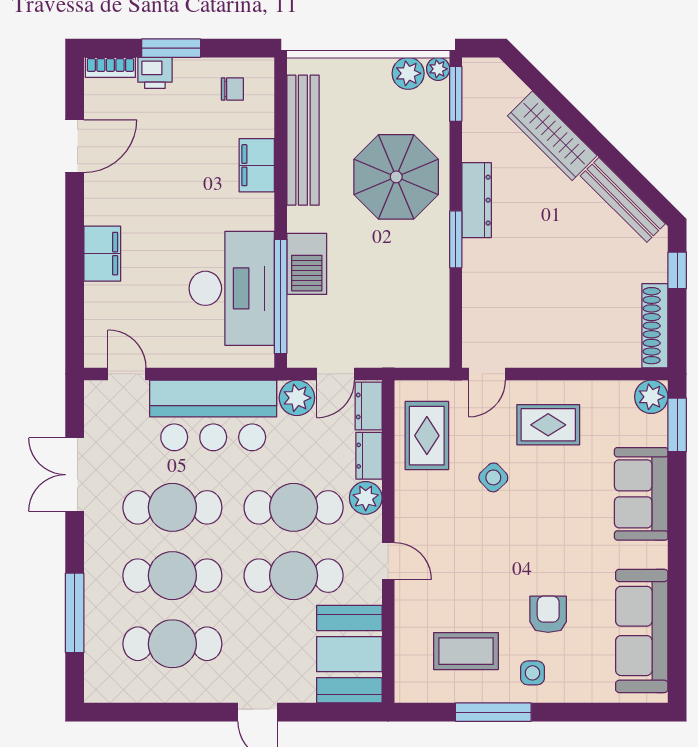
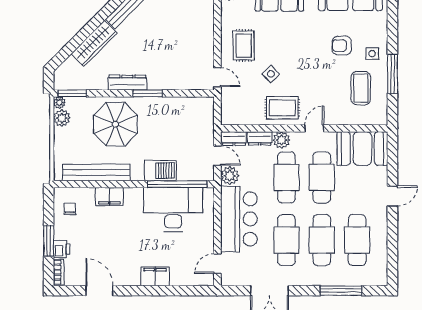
rug: (427, 436) -> (282, 108), moved

